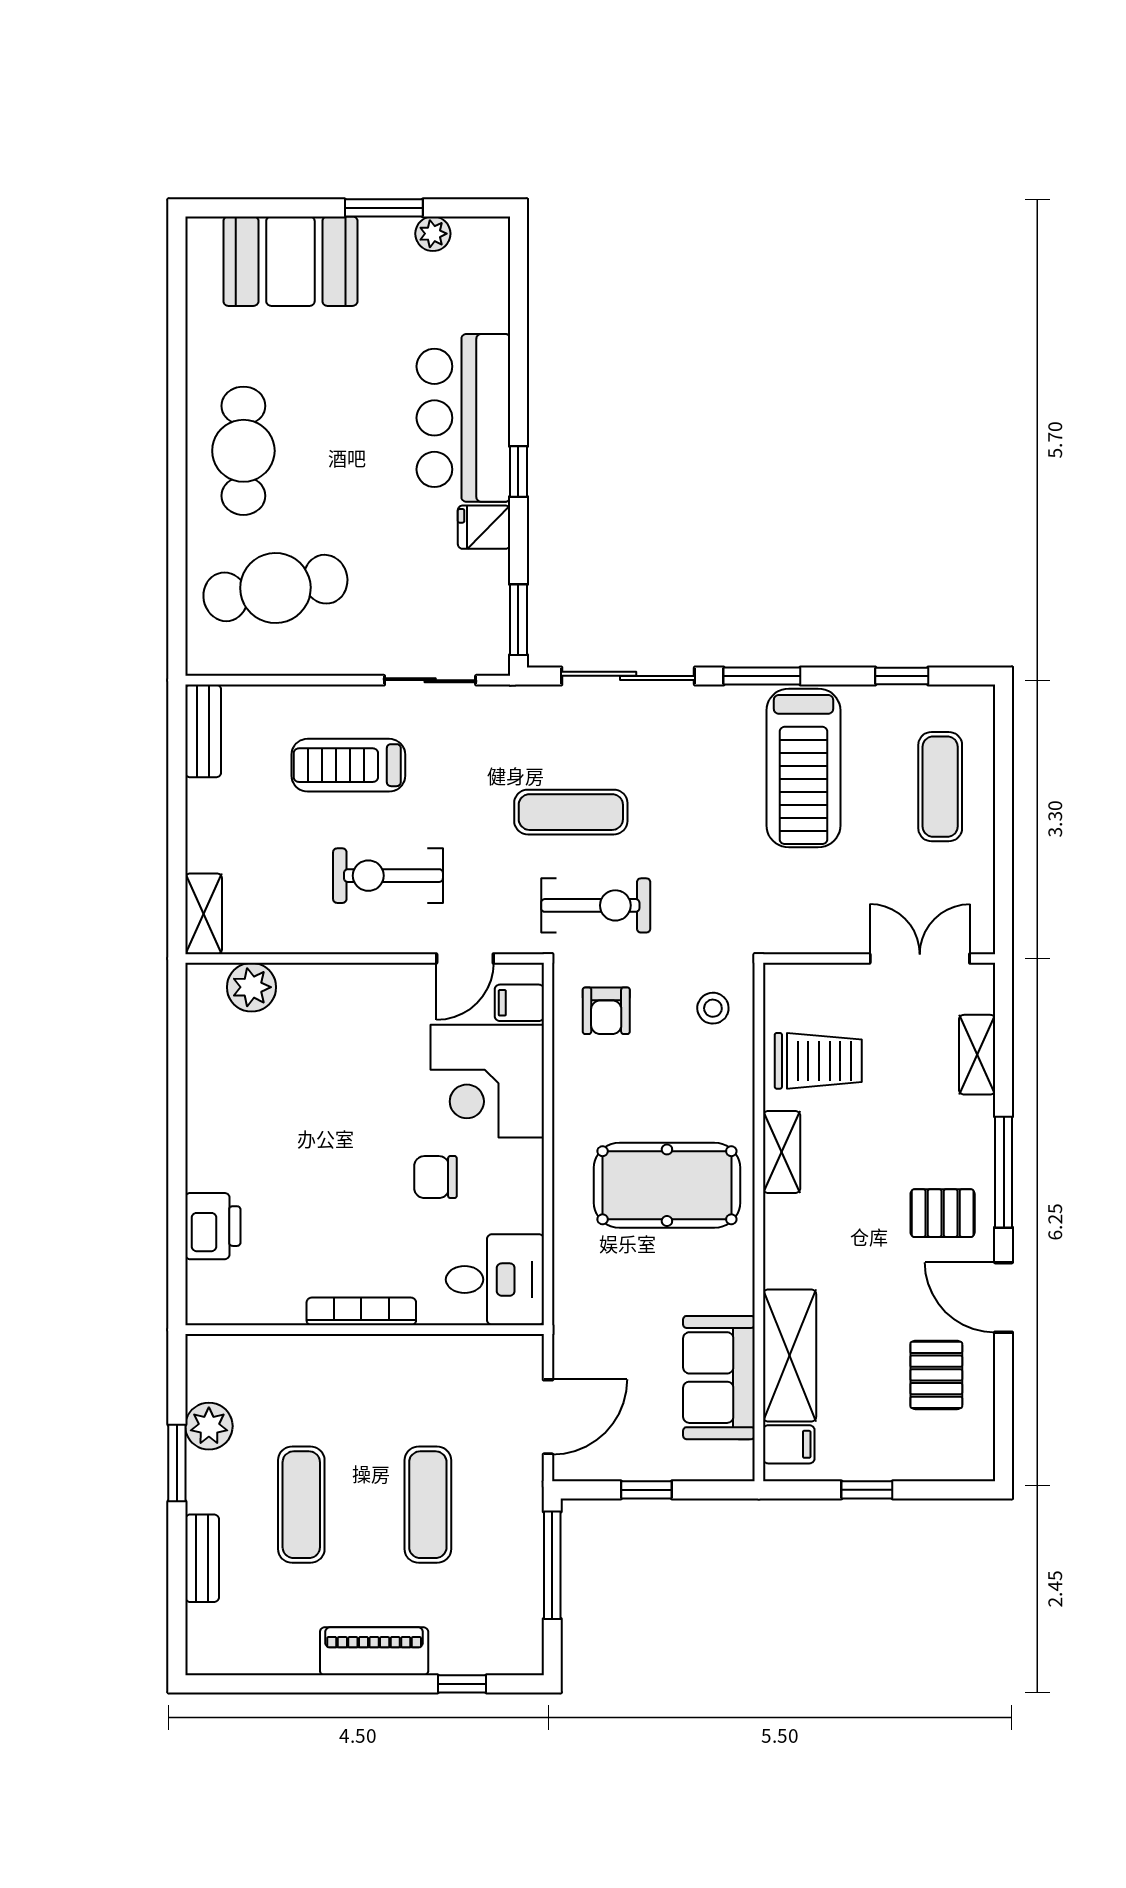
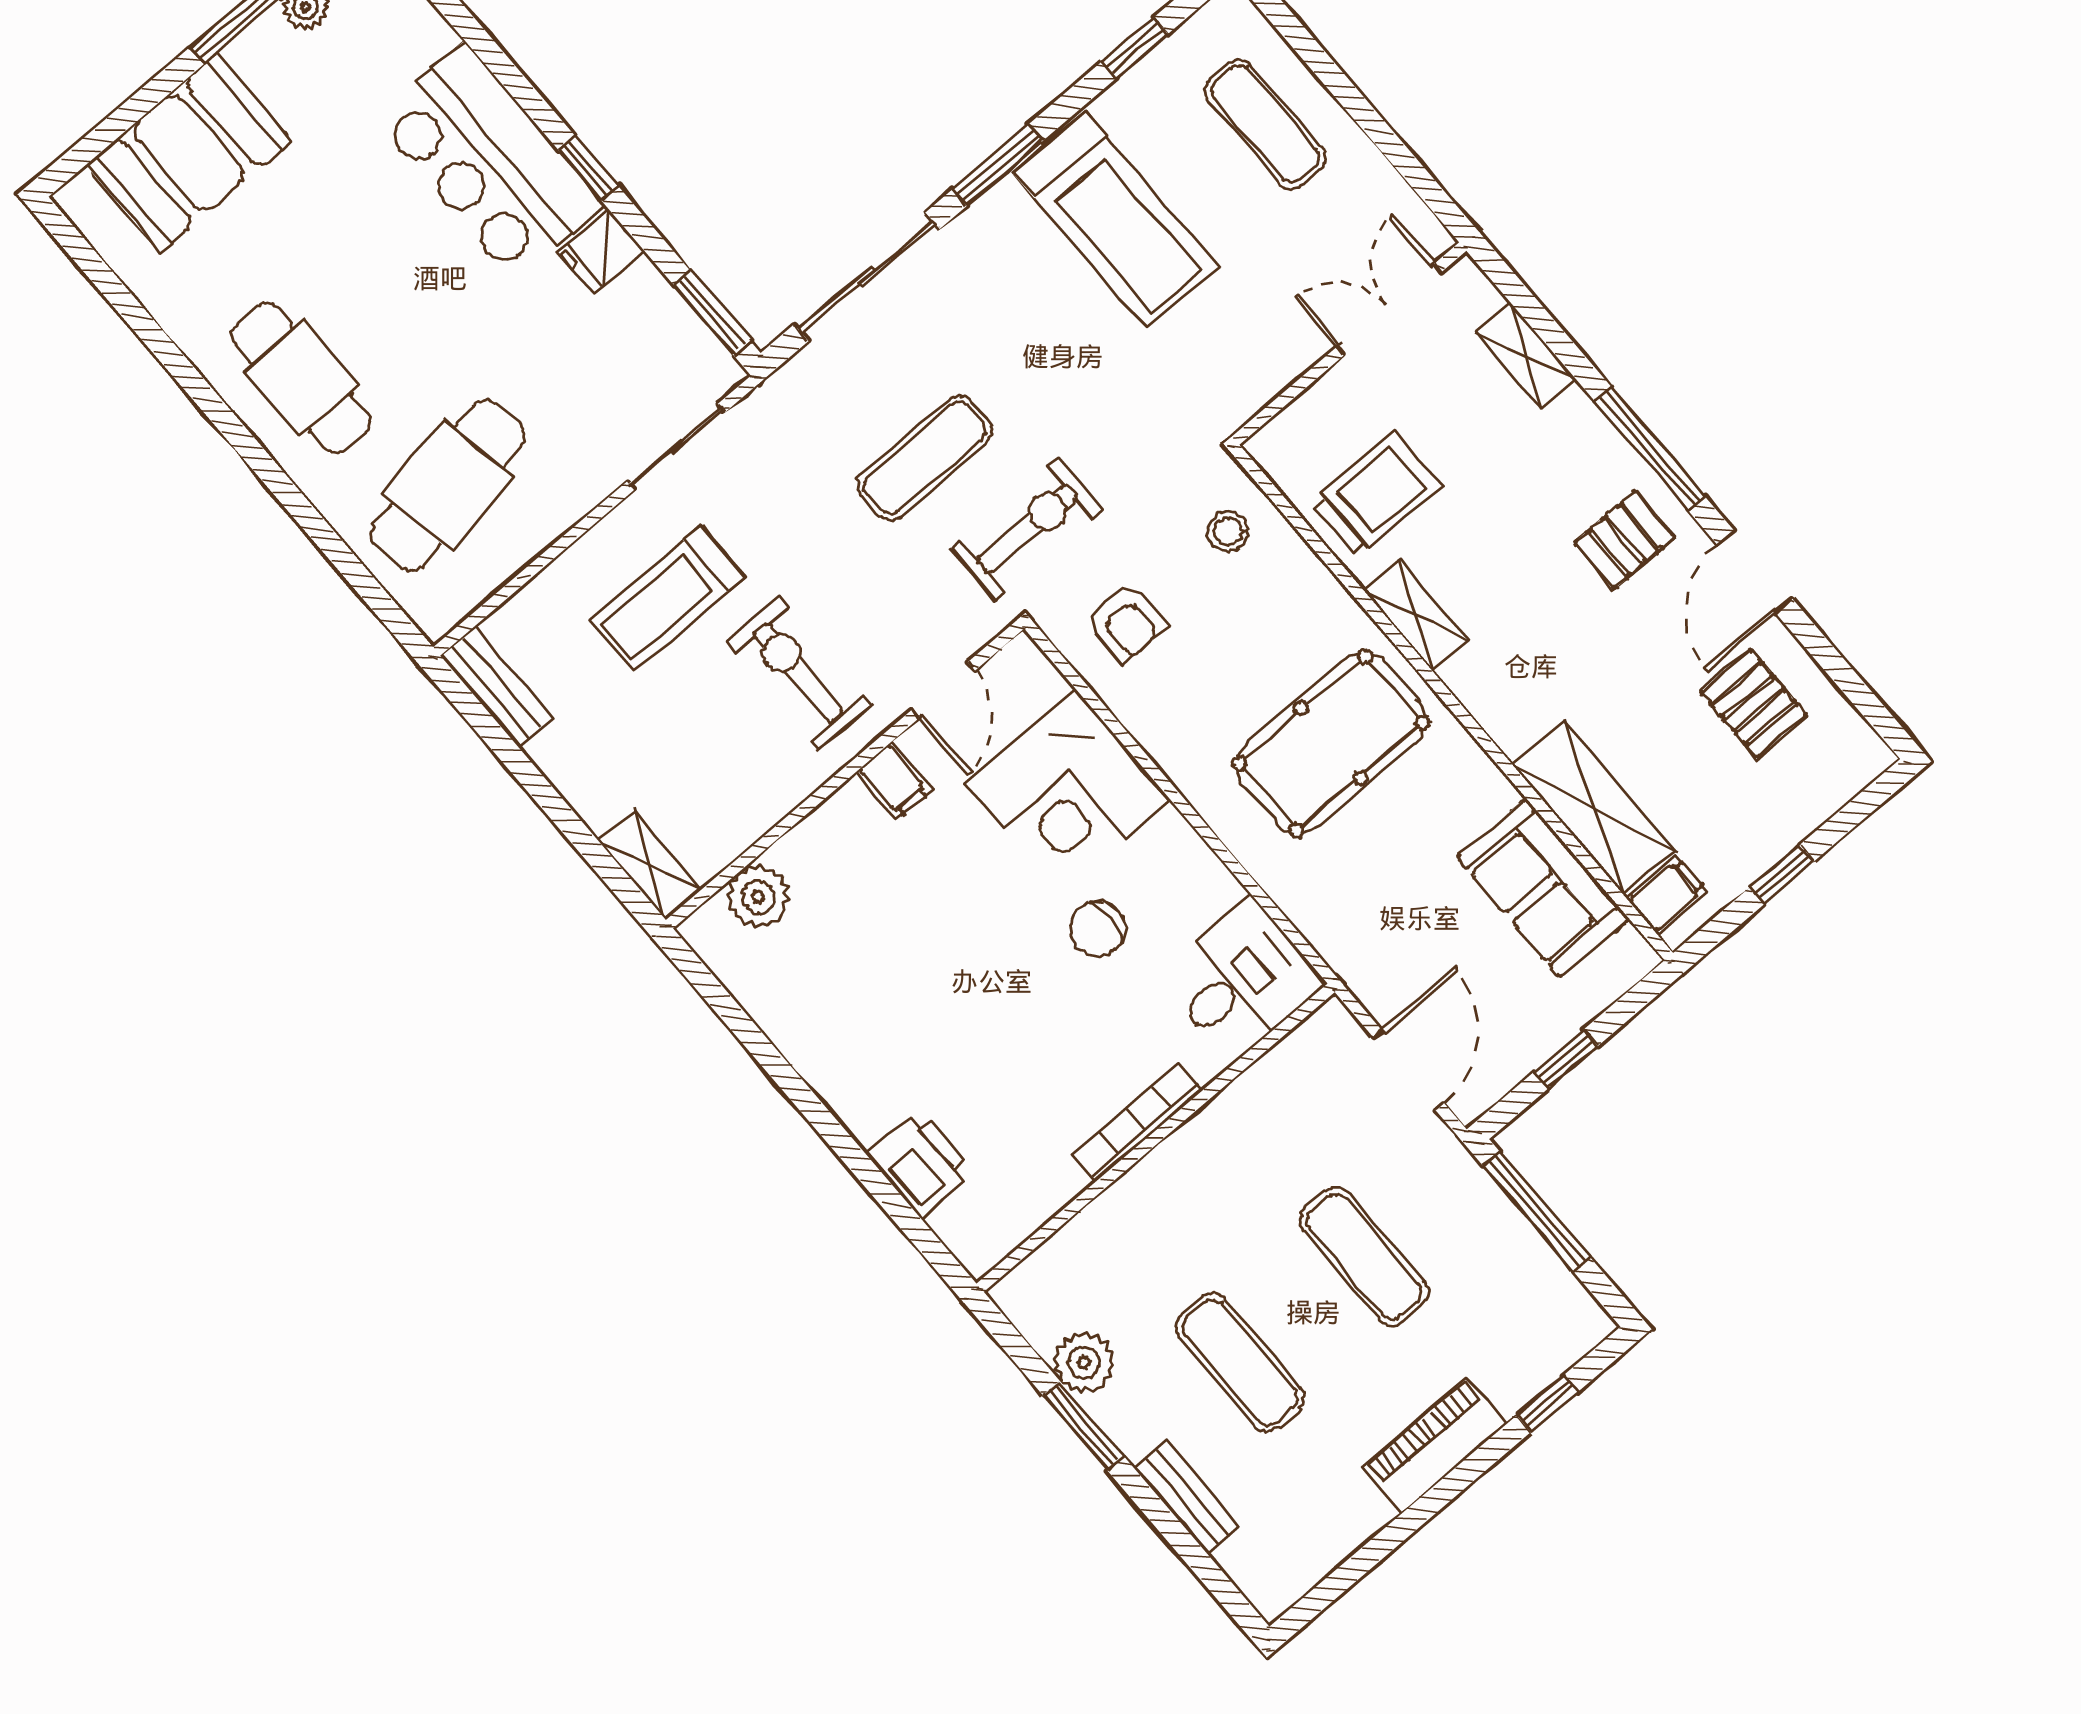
exercise bike: (388, 876) -> (799, 673), turned 90
filing cabinet: (519, 1003) -> (894, 781), moved, turned -90
door: (1004, 1297) -> (1755, 572), hinge flipped

